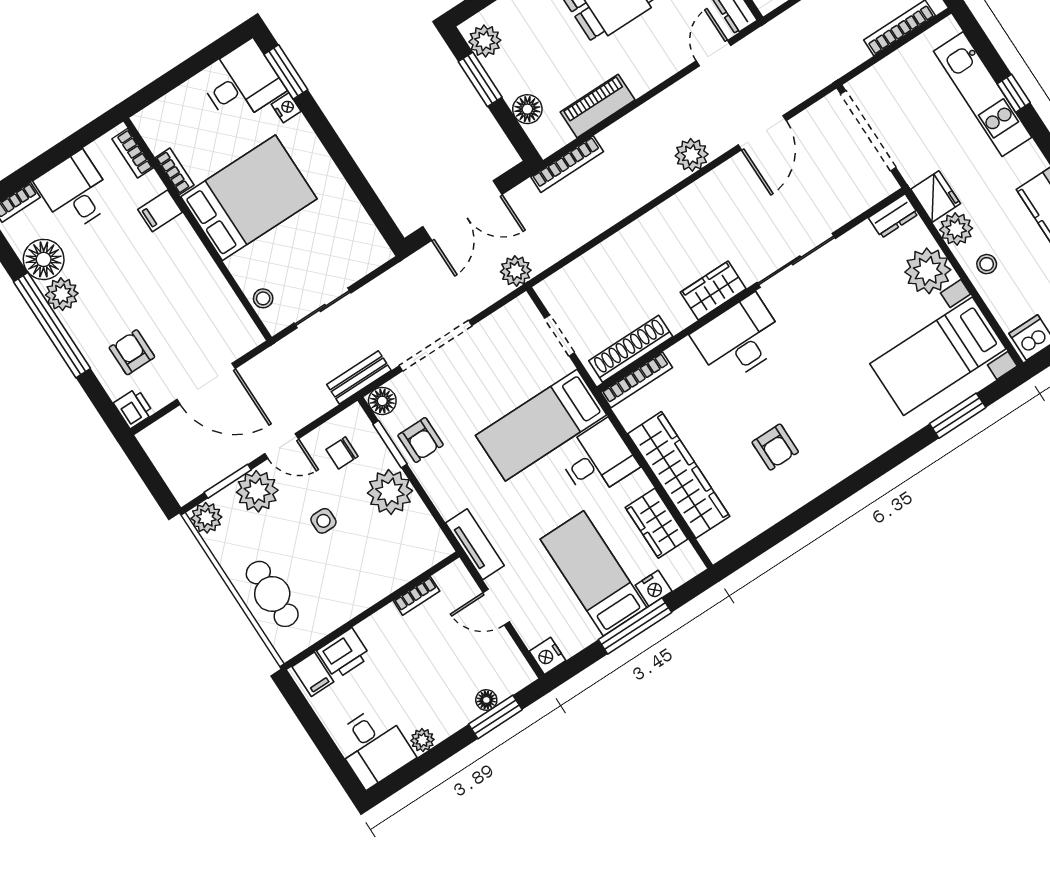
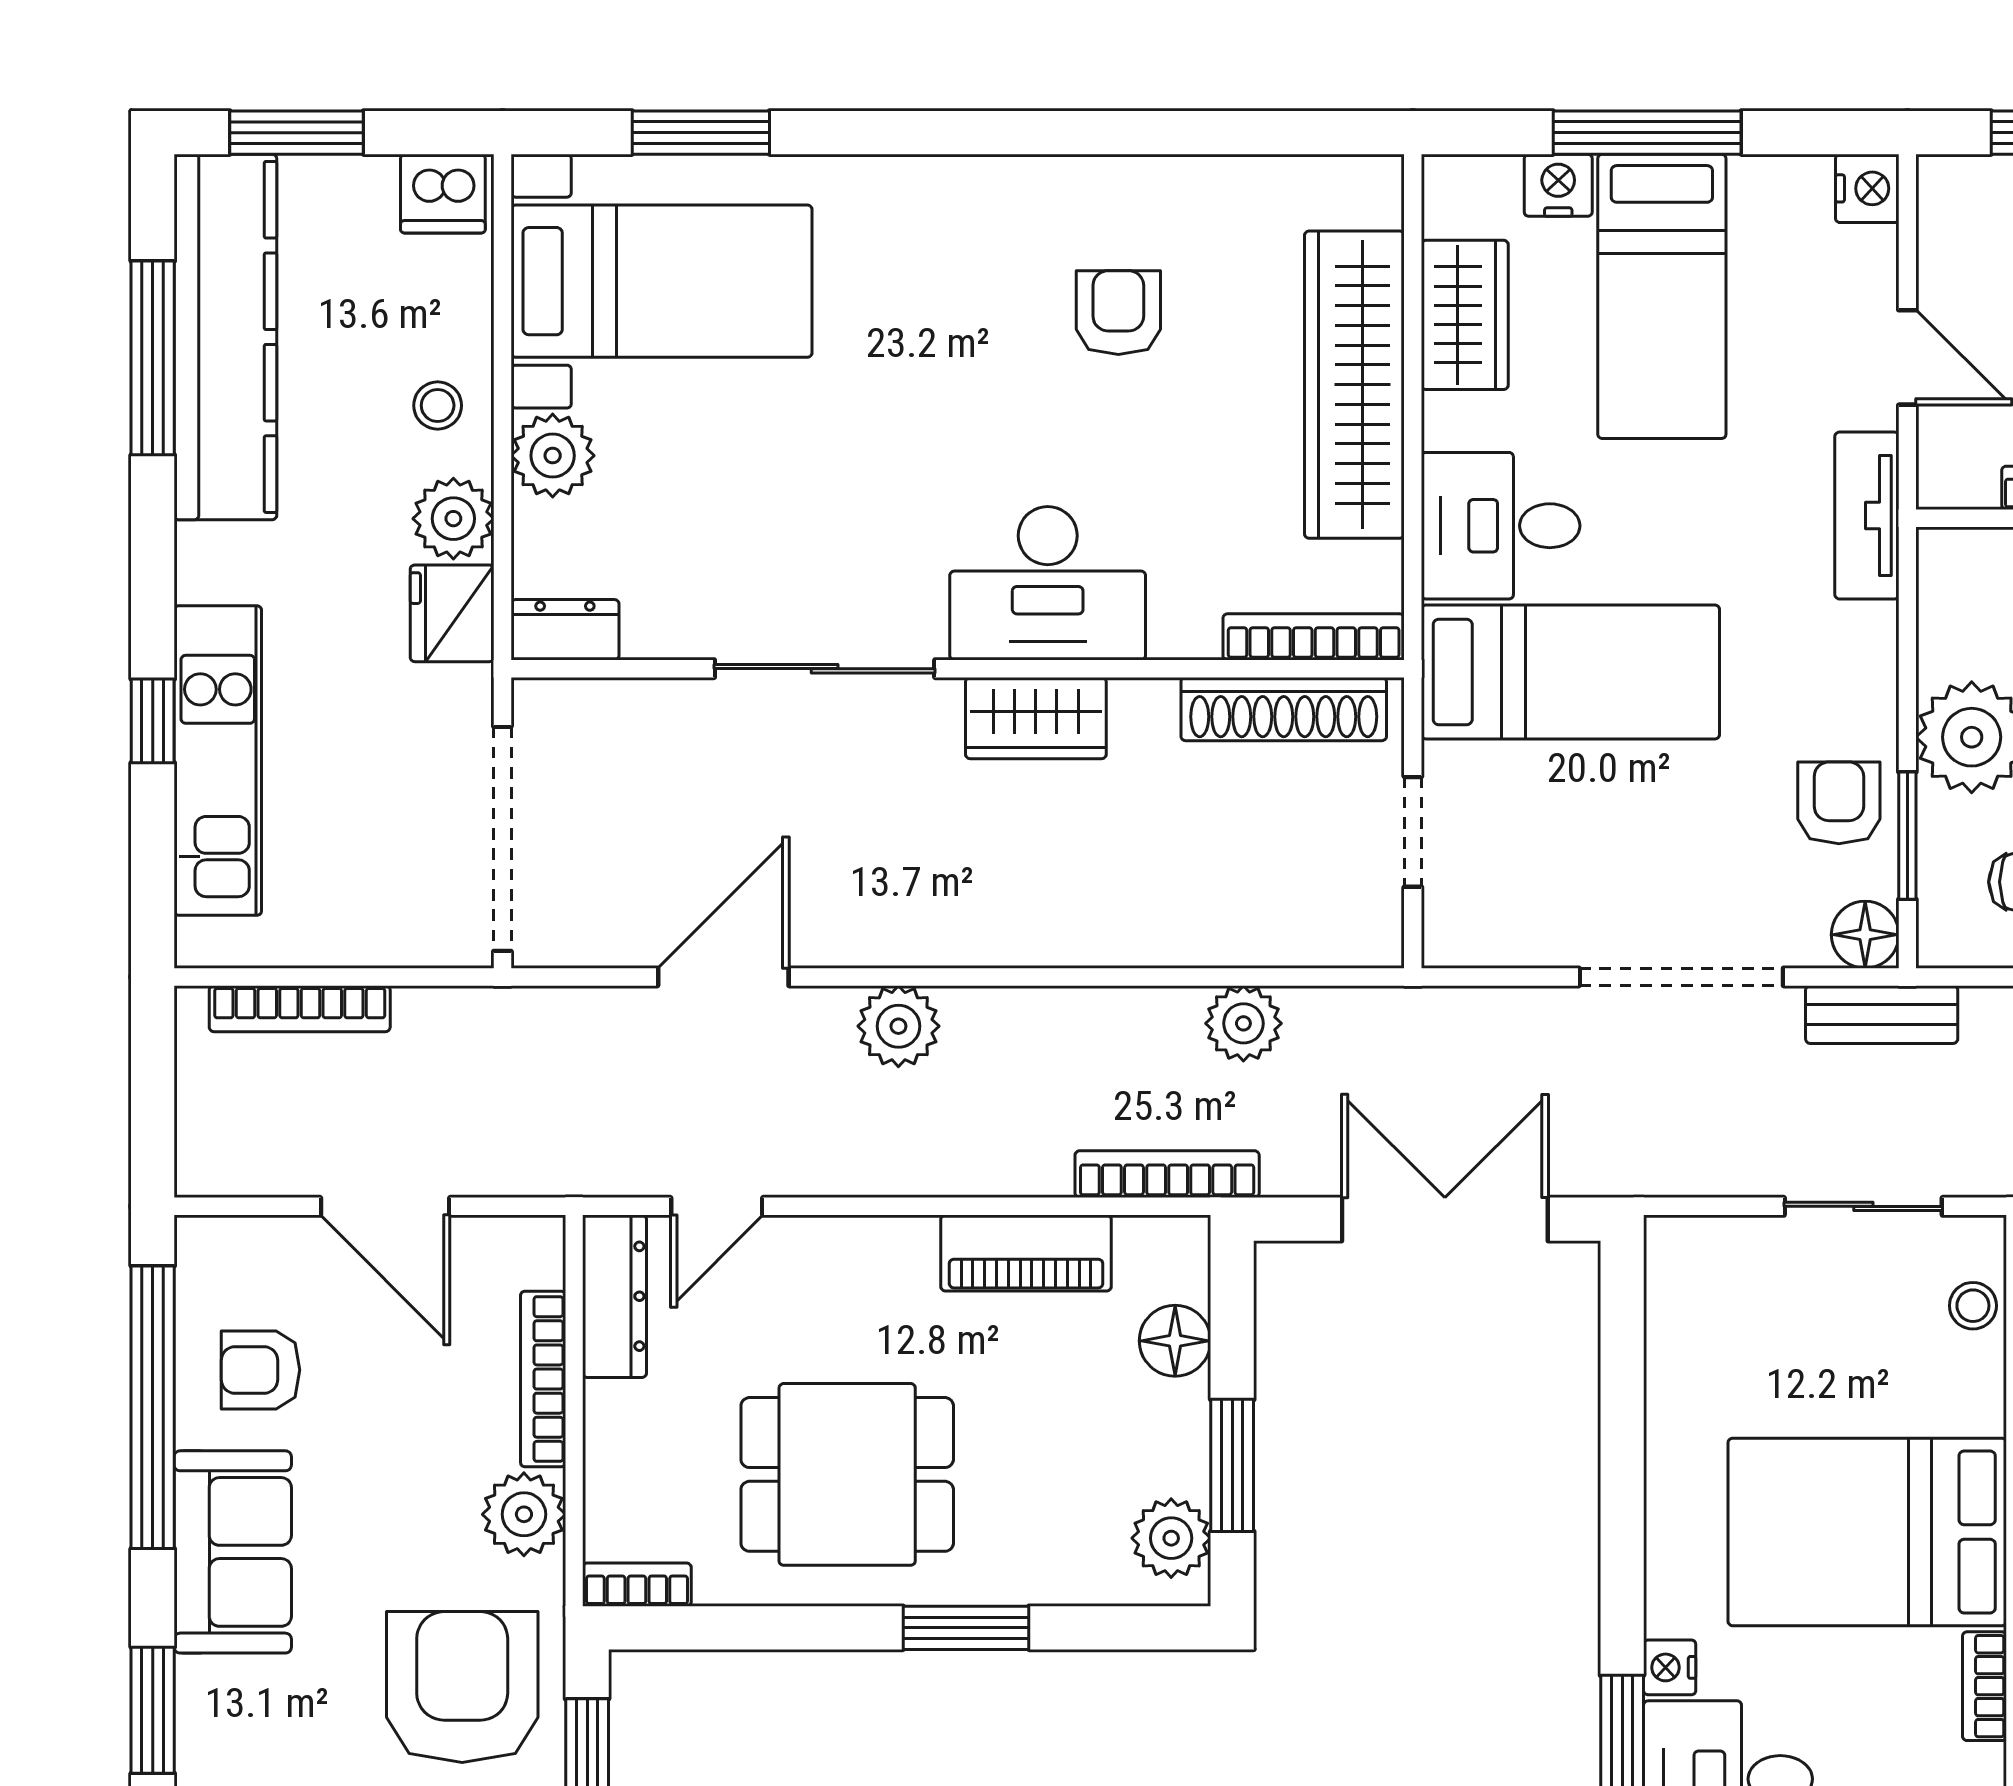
plant: (516, 271) -> (1243, 1023), moved
plant: (928, 271) -> (553, 456), width x0.73, depth x0.73

